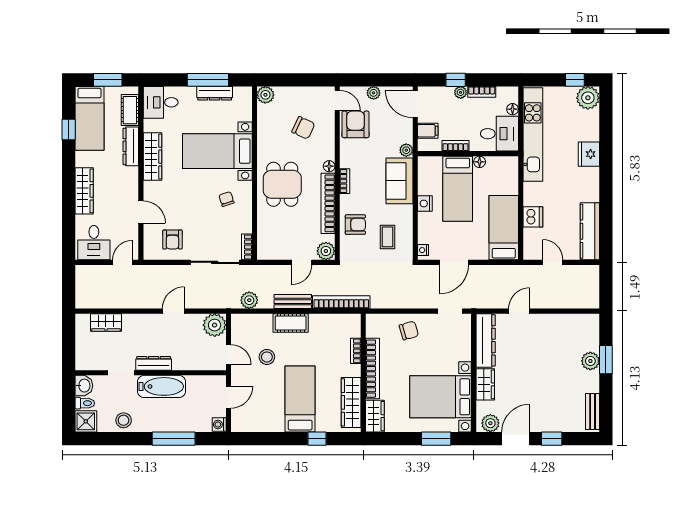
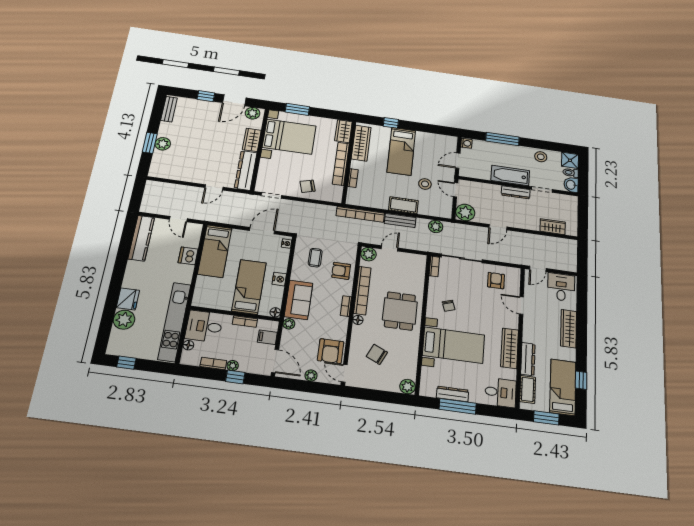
plant: (588, 98) -> (124, 320), moved
floor lamp: (480, 162) -> (275, 312), moved

